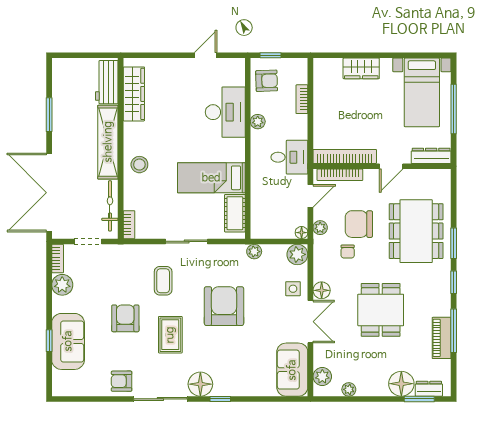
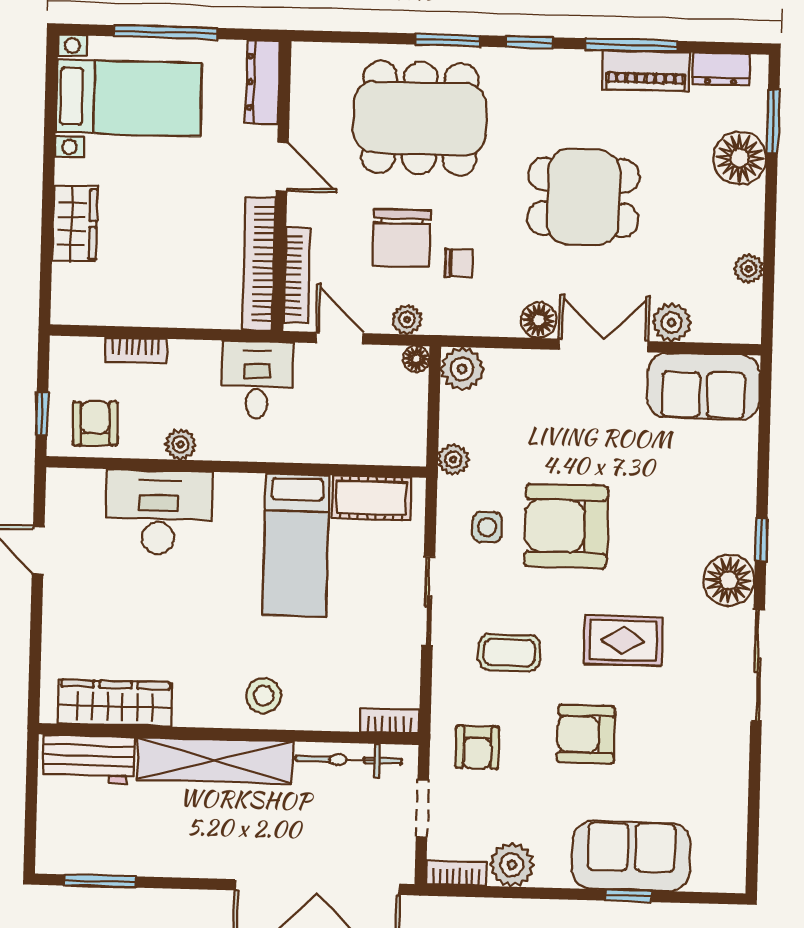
window: (49, 115) -> (100, 881), moved
side table: (293, 289) -> (487, 527), moved
plant: (322, 376) -> (672, 322), moved
armchair: (122, 381) -> (477, 747), moved
dresser: (429, 389) -> (721, 69), moved, turned -90

